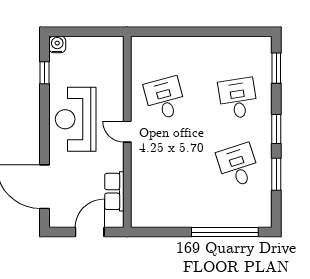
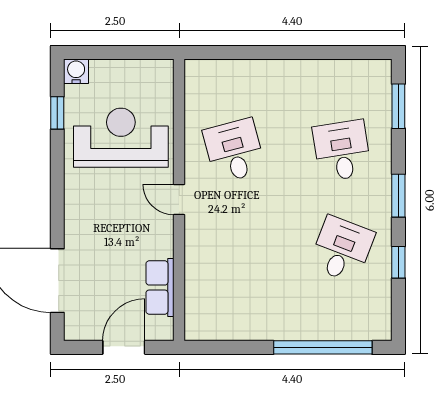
reception desk: (76, 119) -> (121, 138), moved, turned 90
desk: (238, 165) -> (342, 249), turned 39
window: (276, 174) -> (398, 262), width x0.67

